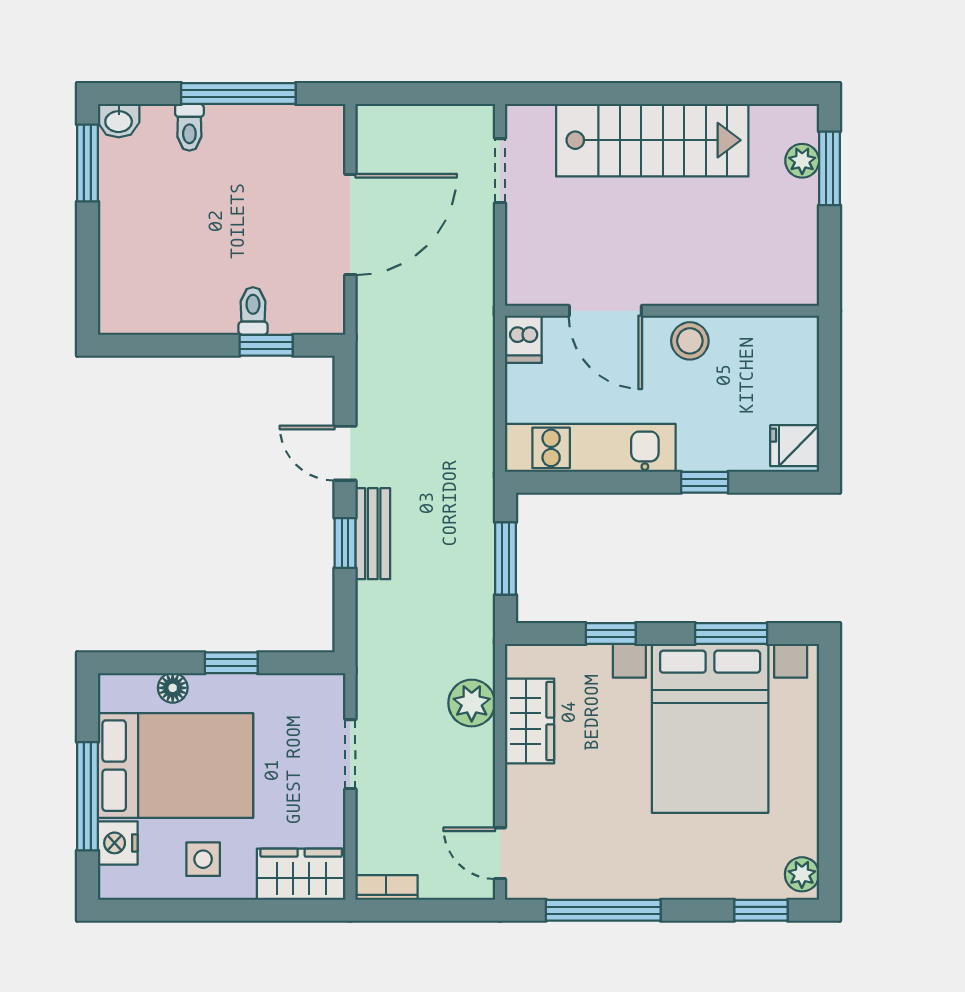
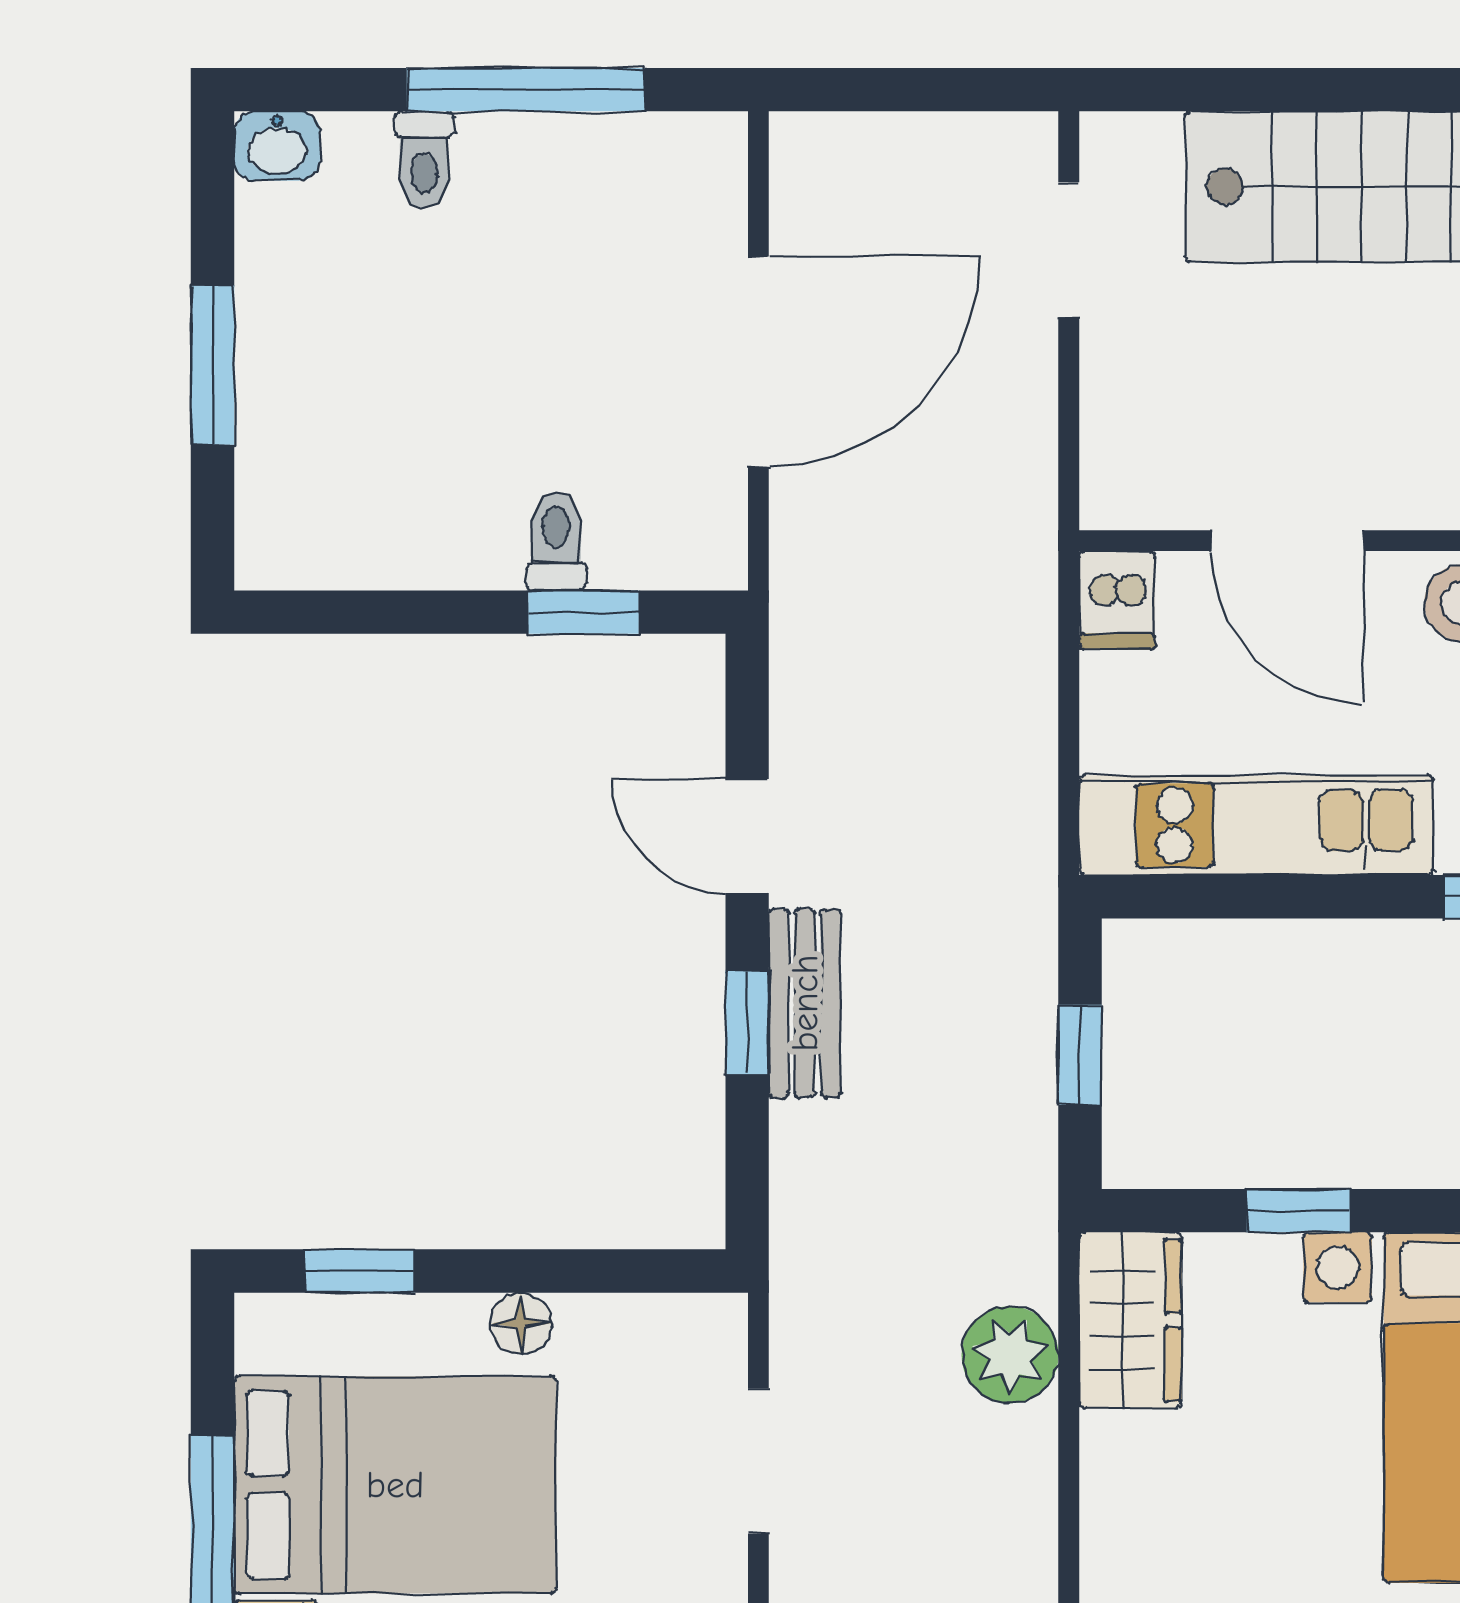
window: (87, 163) -> (212, 365), moved
window: (505, 558) -> (1080, 1055), width x0.67
window: (231, 663) -> (360, 1271), moved
floor lamp: (173, 688) -> (521, 1323), moved
wardrobe: (530, 721) -> (1130, 1320), moved

